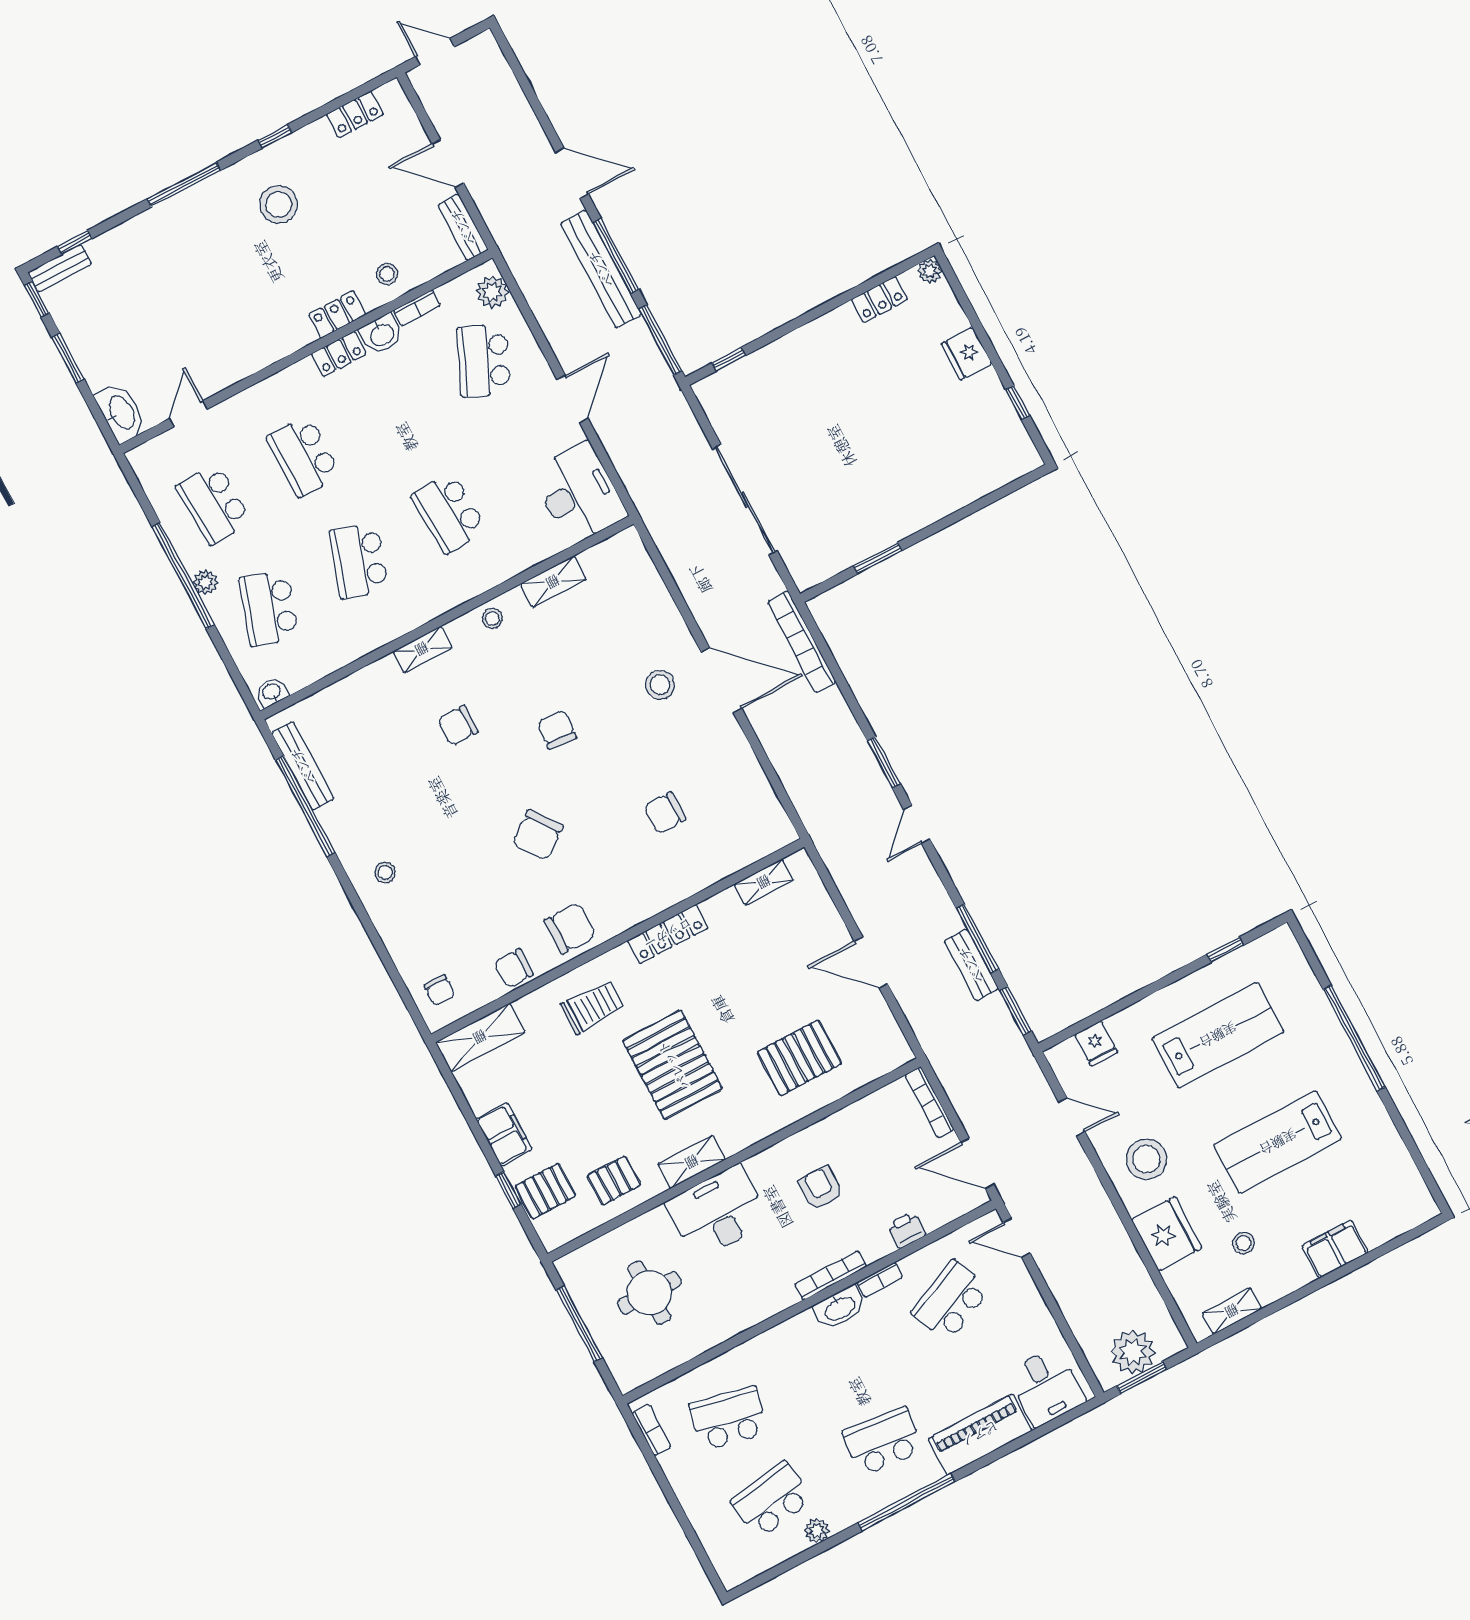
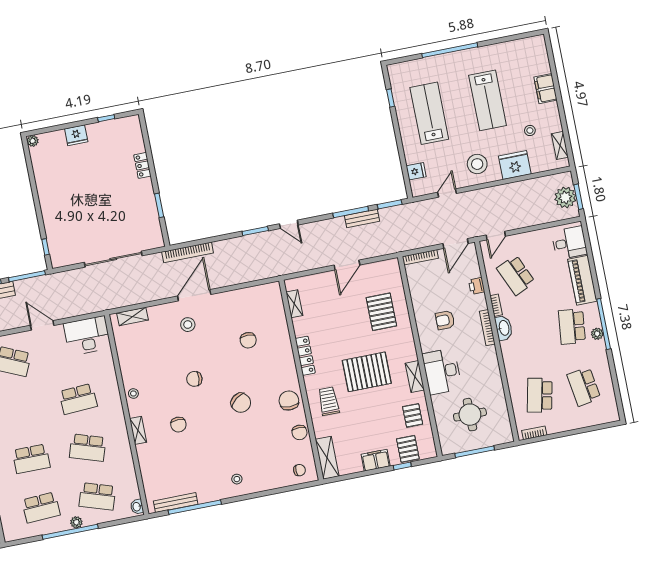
locker: (879, 299) -> (142, 165), moved, turned 180
shelving: (553, 582) -> (132, 316), moved, turned 90
plant: (817, 1531) -> (597, 334), moved

